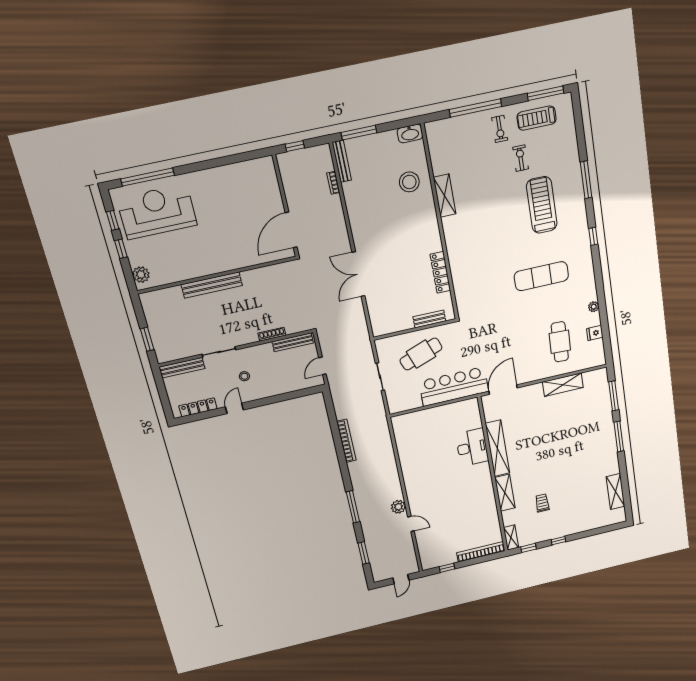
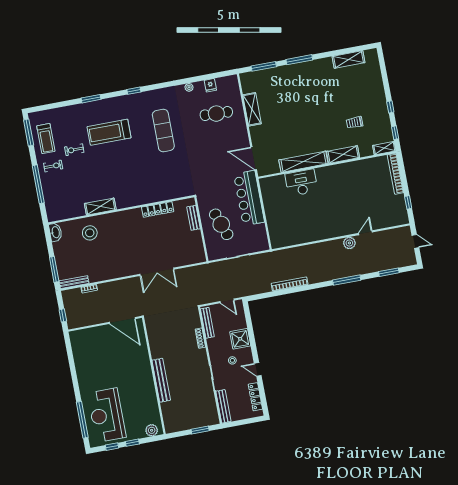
window: (586, 180) -> (91, 99), width x0.69
shower: (273, 385) -> (240, 339), added

